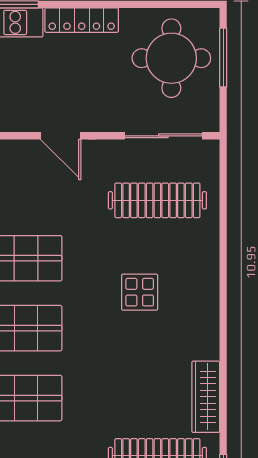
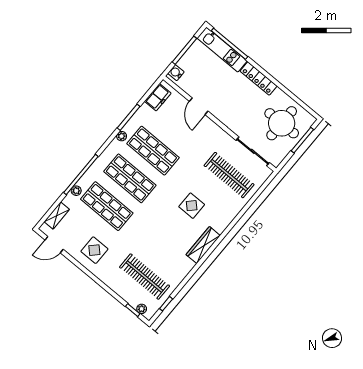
door: (61, 136) -> (199, 106), moved
wardrobe: (206, 397) -> (203, 245), moved

